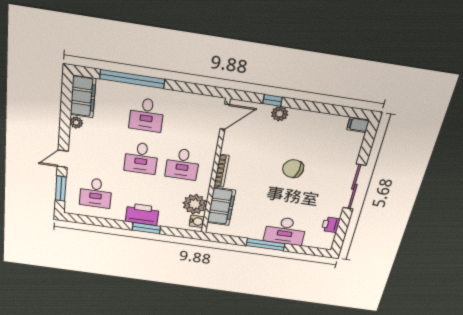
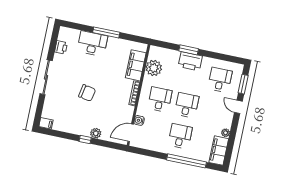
window: (272, 100) -> (85, 140), moved
door: (63, 159) -> (238, 107), swing flipped
water cooler: (197, 221) -> (139, 120), moved

